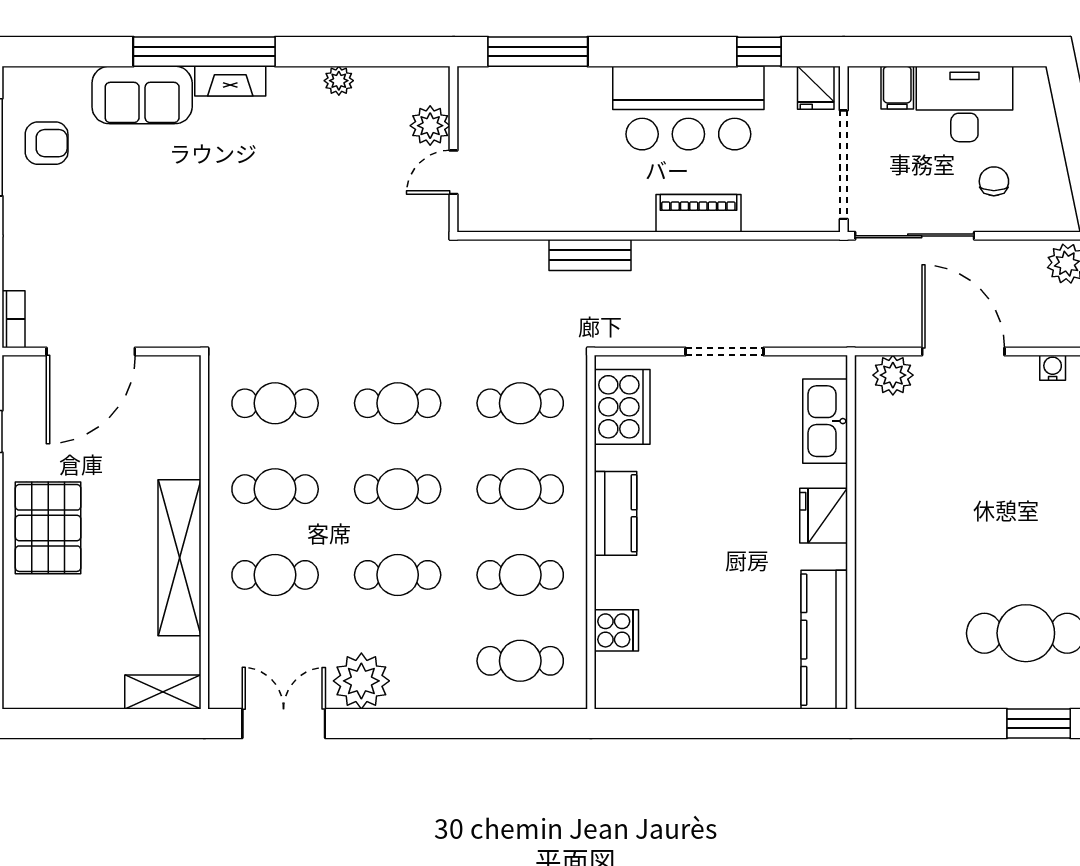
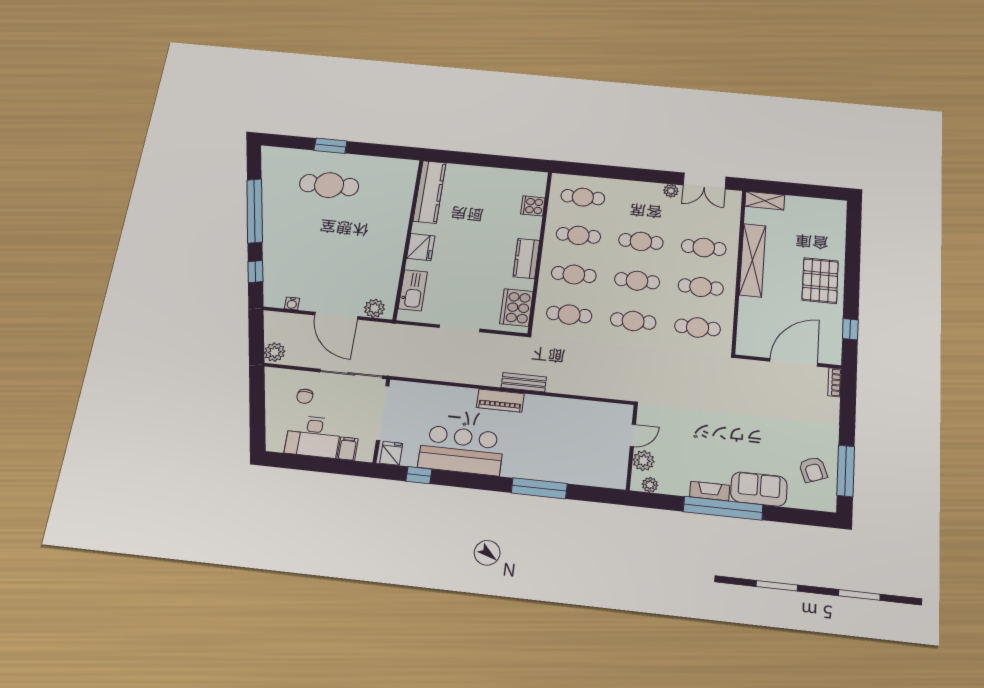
plant: (430, 126) -> (643, 461), moved
armchair: (47, 143) -> (813, 470), turned -111
wall: (454, 149) -> (632, 447), moved
door: (454, 172) -> (633, 435), moved
piano: (698, 213) -> (500, 401), moved
plant: (361, 681) -> (671, 191), width x0.53, depth x0.53

